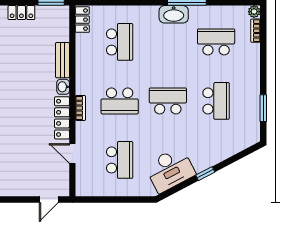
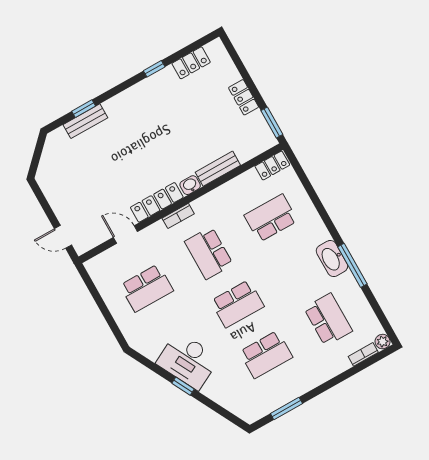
school desk: (120, 42) -> (271, 218), turned 180
school desk: (168, 101) -> (237, 304), turned 90
door: (72, 154) -> (125, 234), hinge flipped
desk: (170, 170) -> (188, 361), moved

